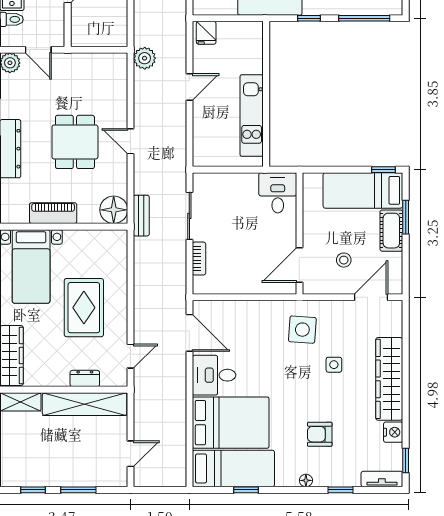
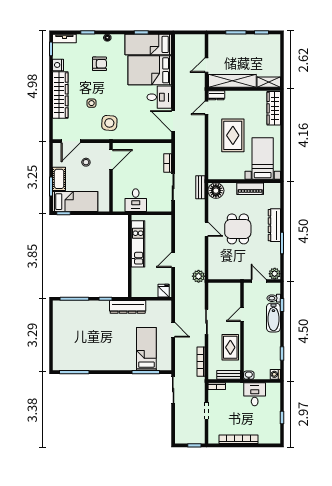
desk: (278, 193) -> (136, 200), moved
dresser: (85, 378) -> (216, 95), moved
door: (131, 454) -> (206, 65), moved

